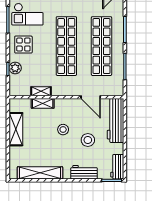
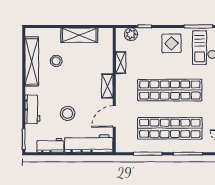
plant: (15, 68) -> (131, 34), moved
shelving: (43, 103) -> (107, 86), moved
stool: (63, 130) -> (56, 61), moved
workbench: (117, 167) -> (50, 145), moved

